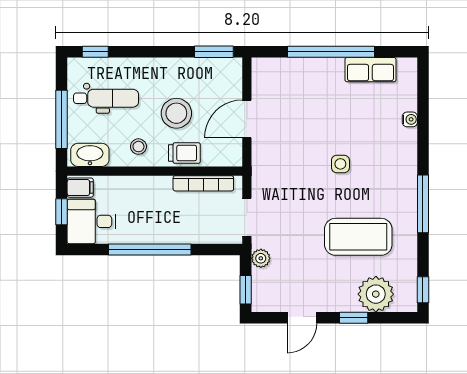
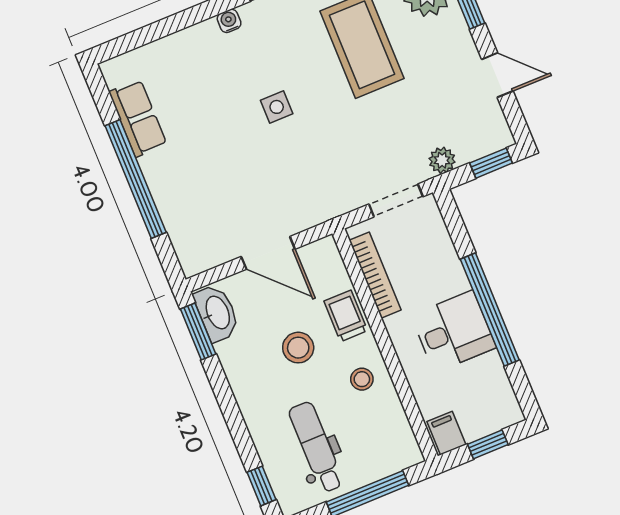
stool: (176, 113) -> (298, 348), width x0.73, depth x0.73
water cooler: (410, 119) -> (229, 21), moved
washbasin: (90, 155) -> (217, 313), moved, turned 180
desk: (91, 221) -> (453, 331), moved, turned -90

